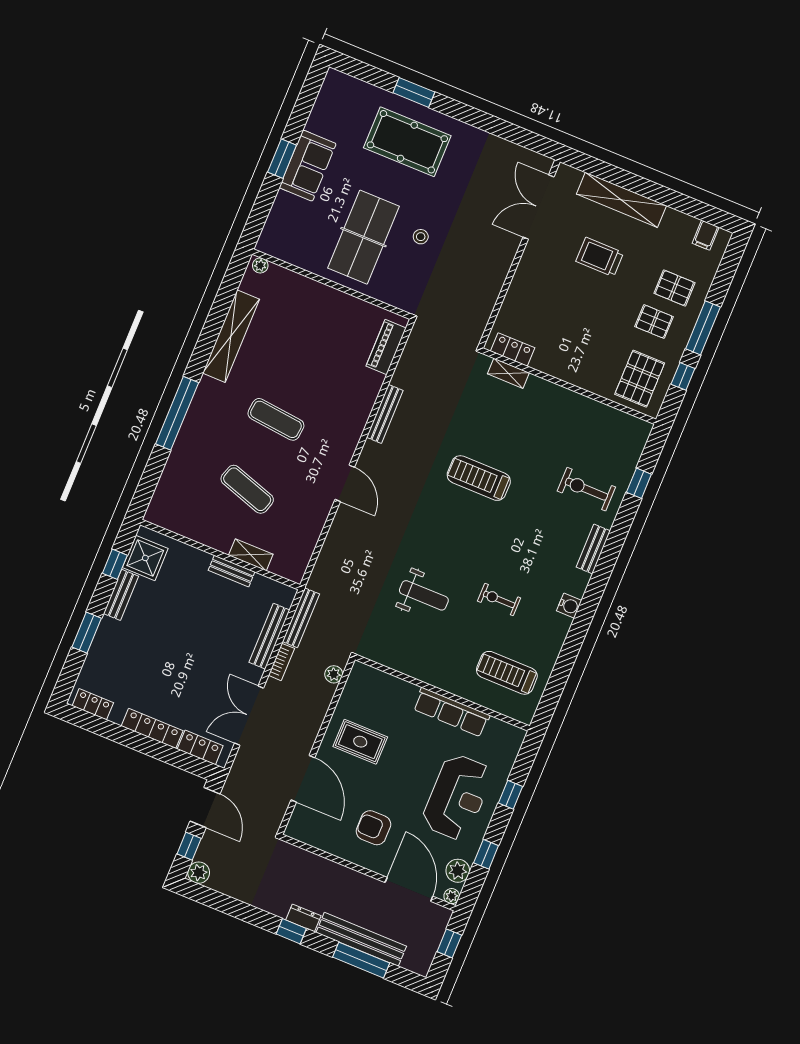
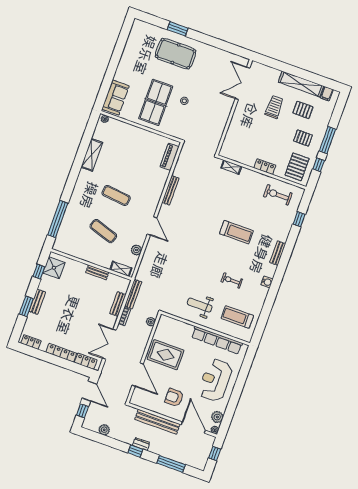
window: (282, 159) -> (113, 65), removed
sofa: (308, 166) -> (115, 97), moved
shelving: (621, 200) -> (301, 84), moved
trolley: (600, 257) -> (274, 107), turned 90
pallet: (674, 288) -> (303, 110), moved
shelving: (231, 336) -> (92, 155), width x0.68
locker: (513, 349) -> (265, 167), moved
window: (177, 413) -> (58, 219), moved
treadmill: (479, 478) -> (236, 232), moved, turned 180
exercise bike: (586, 489) -> (278, 195), moved
plant: (312, 530) -> (136, 250), added
shelving: (251, 555) -> (121, 269), moved
bench: (121, 595) -> (37, 302), moved
weight bench: (424, 595) -> (200, 305), moved, turned 180
bench: (269, 636) -> (118, 304), width x0.73
row of seats: (451, 712) -> (217, 340), width x1.36
rug: (360, 742) -> (166, 355), width x1.36, depth x1.43
window: (511, 795) -> (242, 378), removed
reception desk: (457, 797) -> (215, 380), turned 180
window: (486, 854) -> (231, 408), removed
plant: (199, 873) -> (104, 430), moved
bench: (361, 939) -> (157, 422), moved

